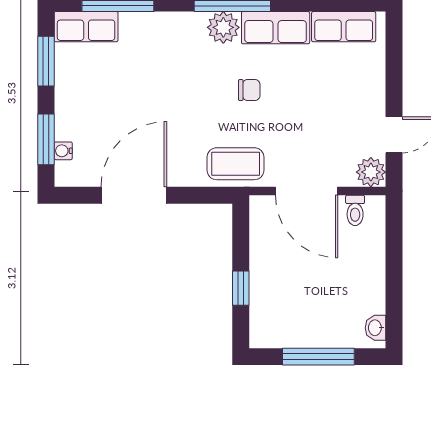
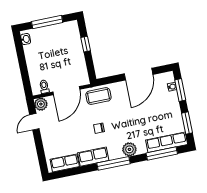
row of seats: (86, 27) -> (167, 142), width x1.48
plant: (223, 27) -> (129, 149), moved
door: (307, 191) -> (66, 91), swing flipped

